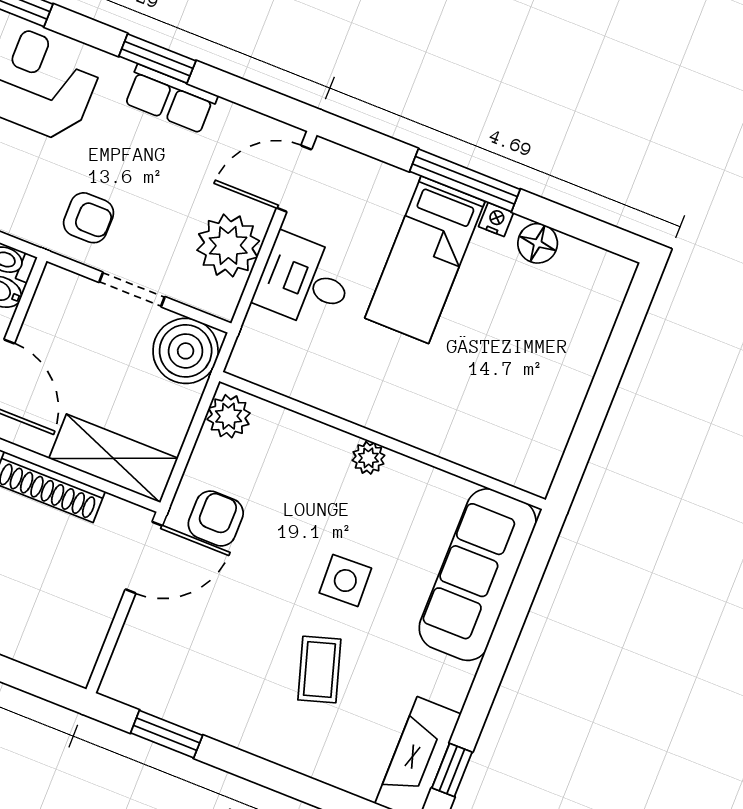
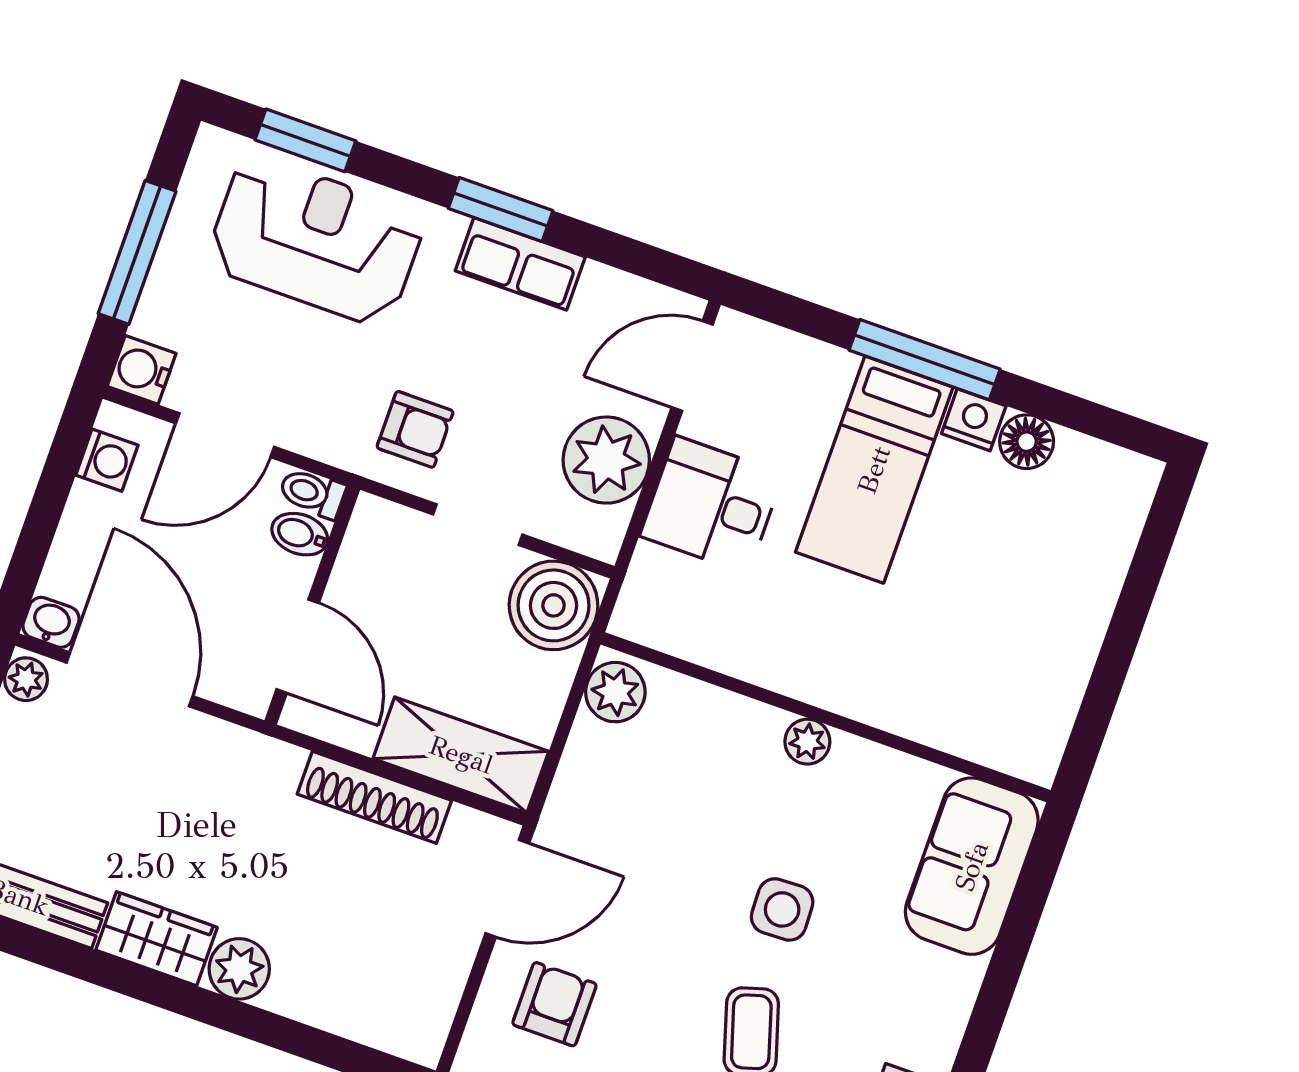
nightstand: (496, 220) -> (974, 420), width x1.39, depth x1.35
armchair: (216, 519) -> (554, 1004), moved
sofa: (478, 575) -> (972, 866), width x0.73

